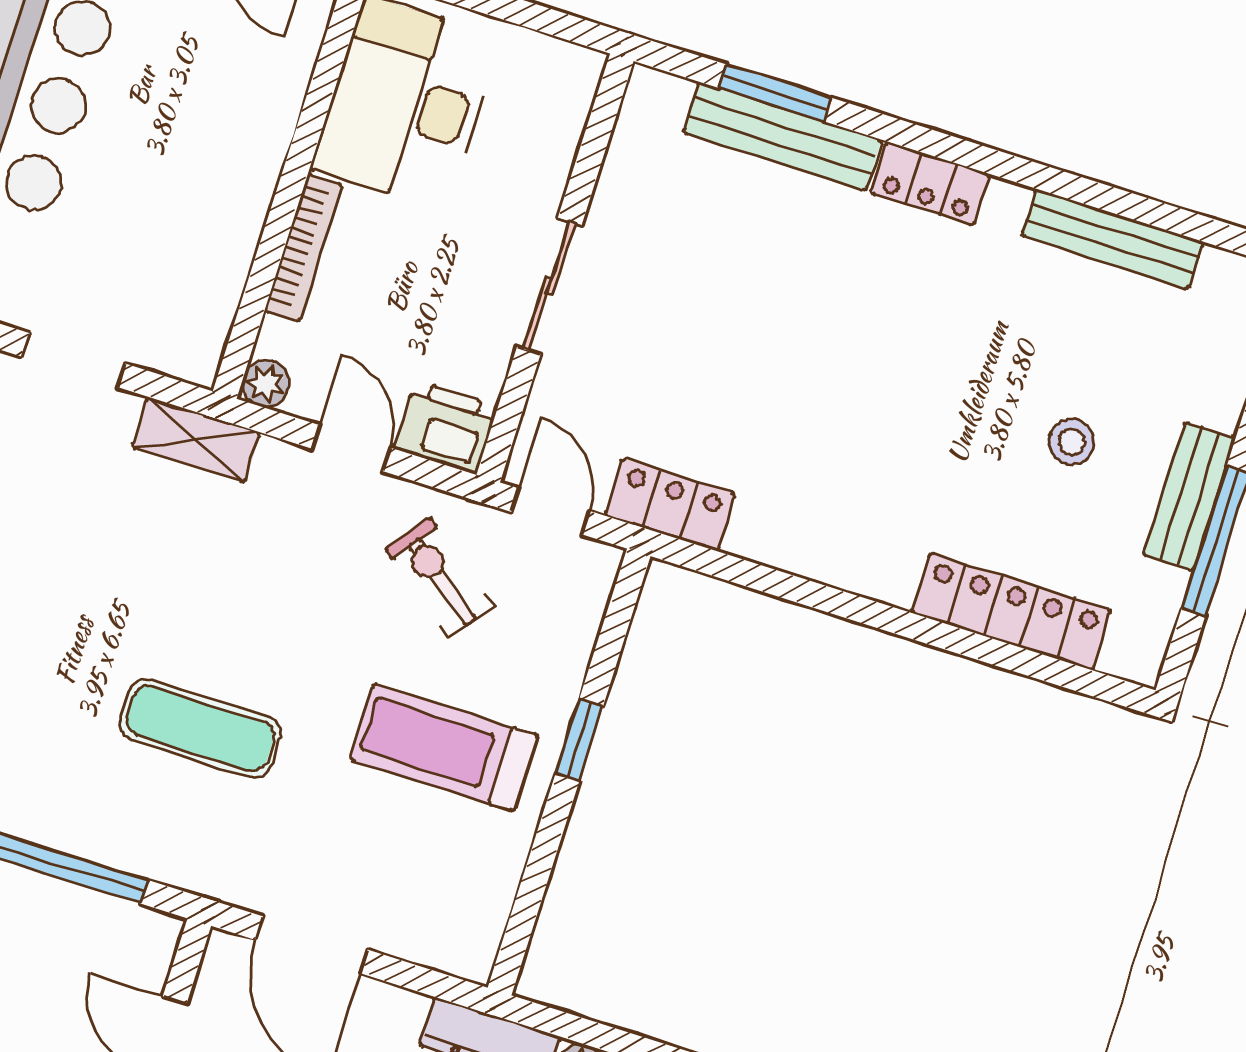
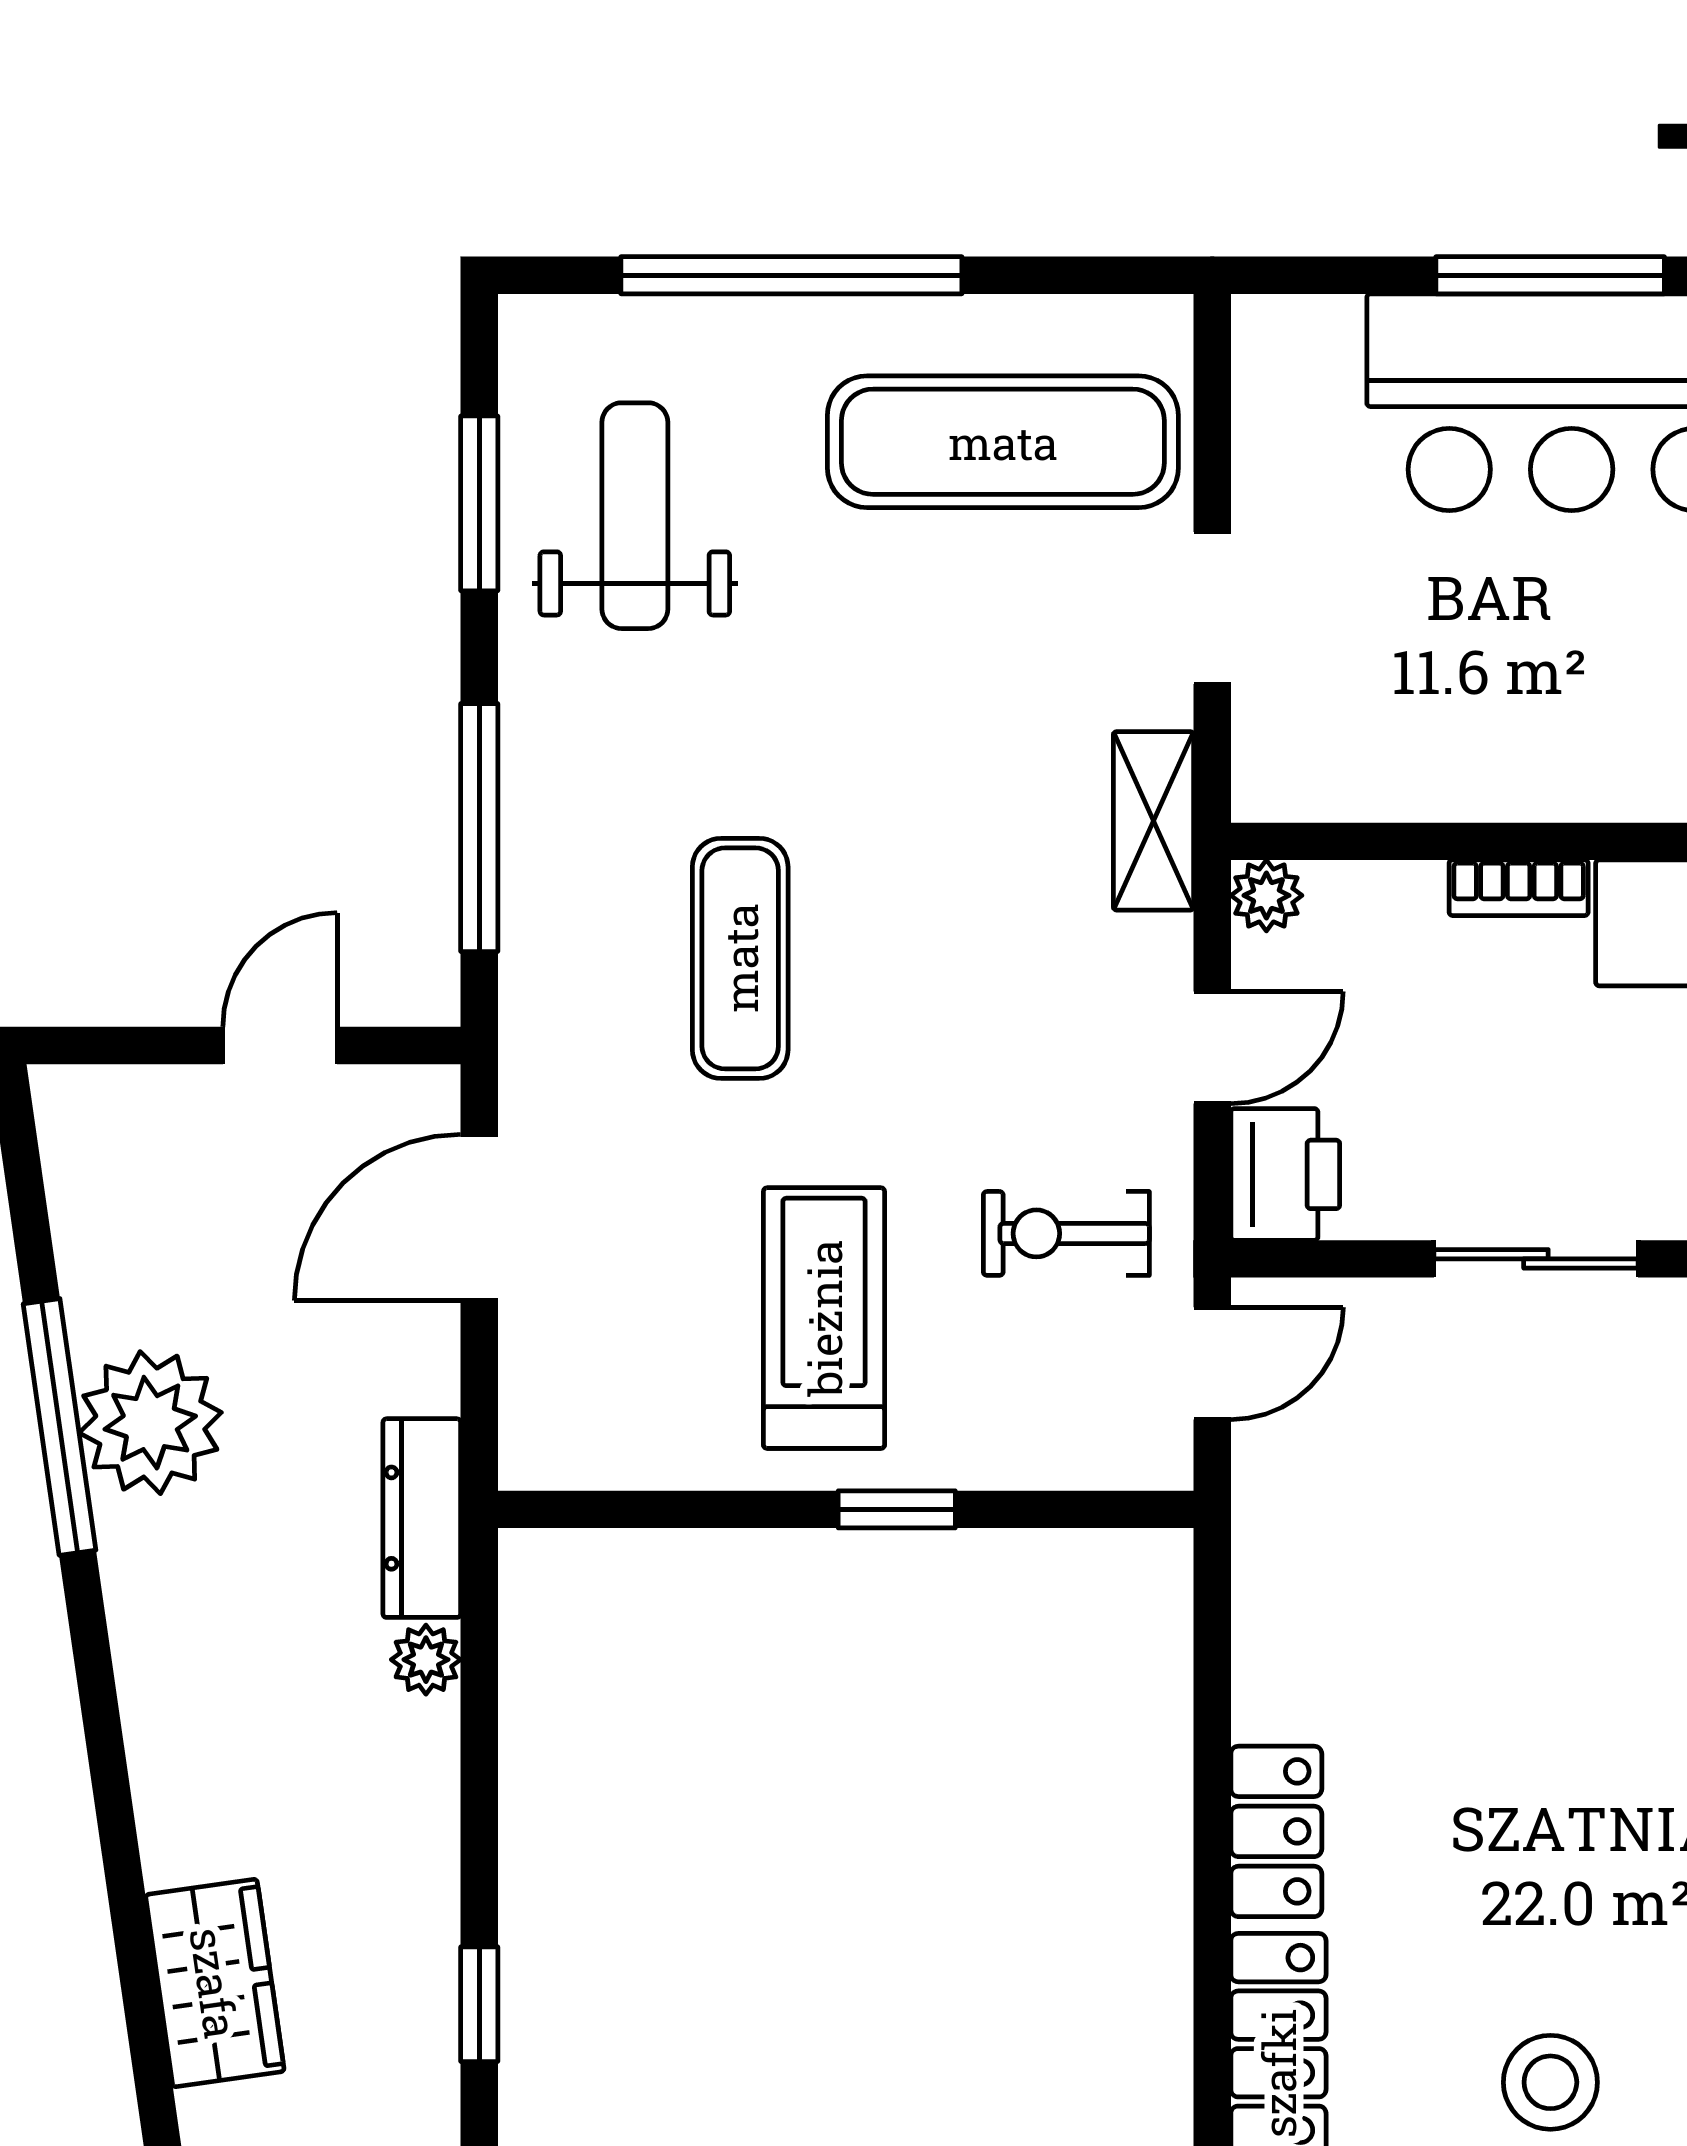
bookcase: (304, 248) -> (1519, 888), width x0.64
stool: (1072, 442) -> (1550, 2082), width x1.37, depth x1.37
locker: (670, 505) -> (1276, 1831), moved
exercise bike: (439, 578) -> (1066, 1233), turned -127

